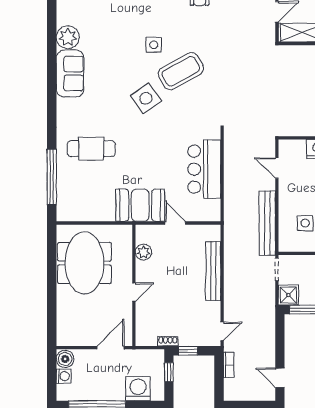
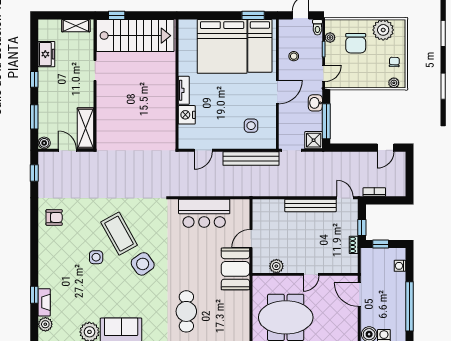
bench: (213, 271) -> (311, 205), moved
door: (134, 292) -> (311, 274), swing flipped
washing machine: (138, 389) -> (400, 266), width x0.53, depth x0.53

